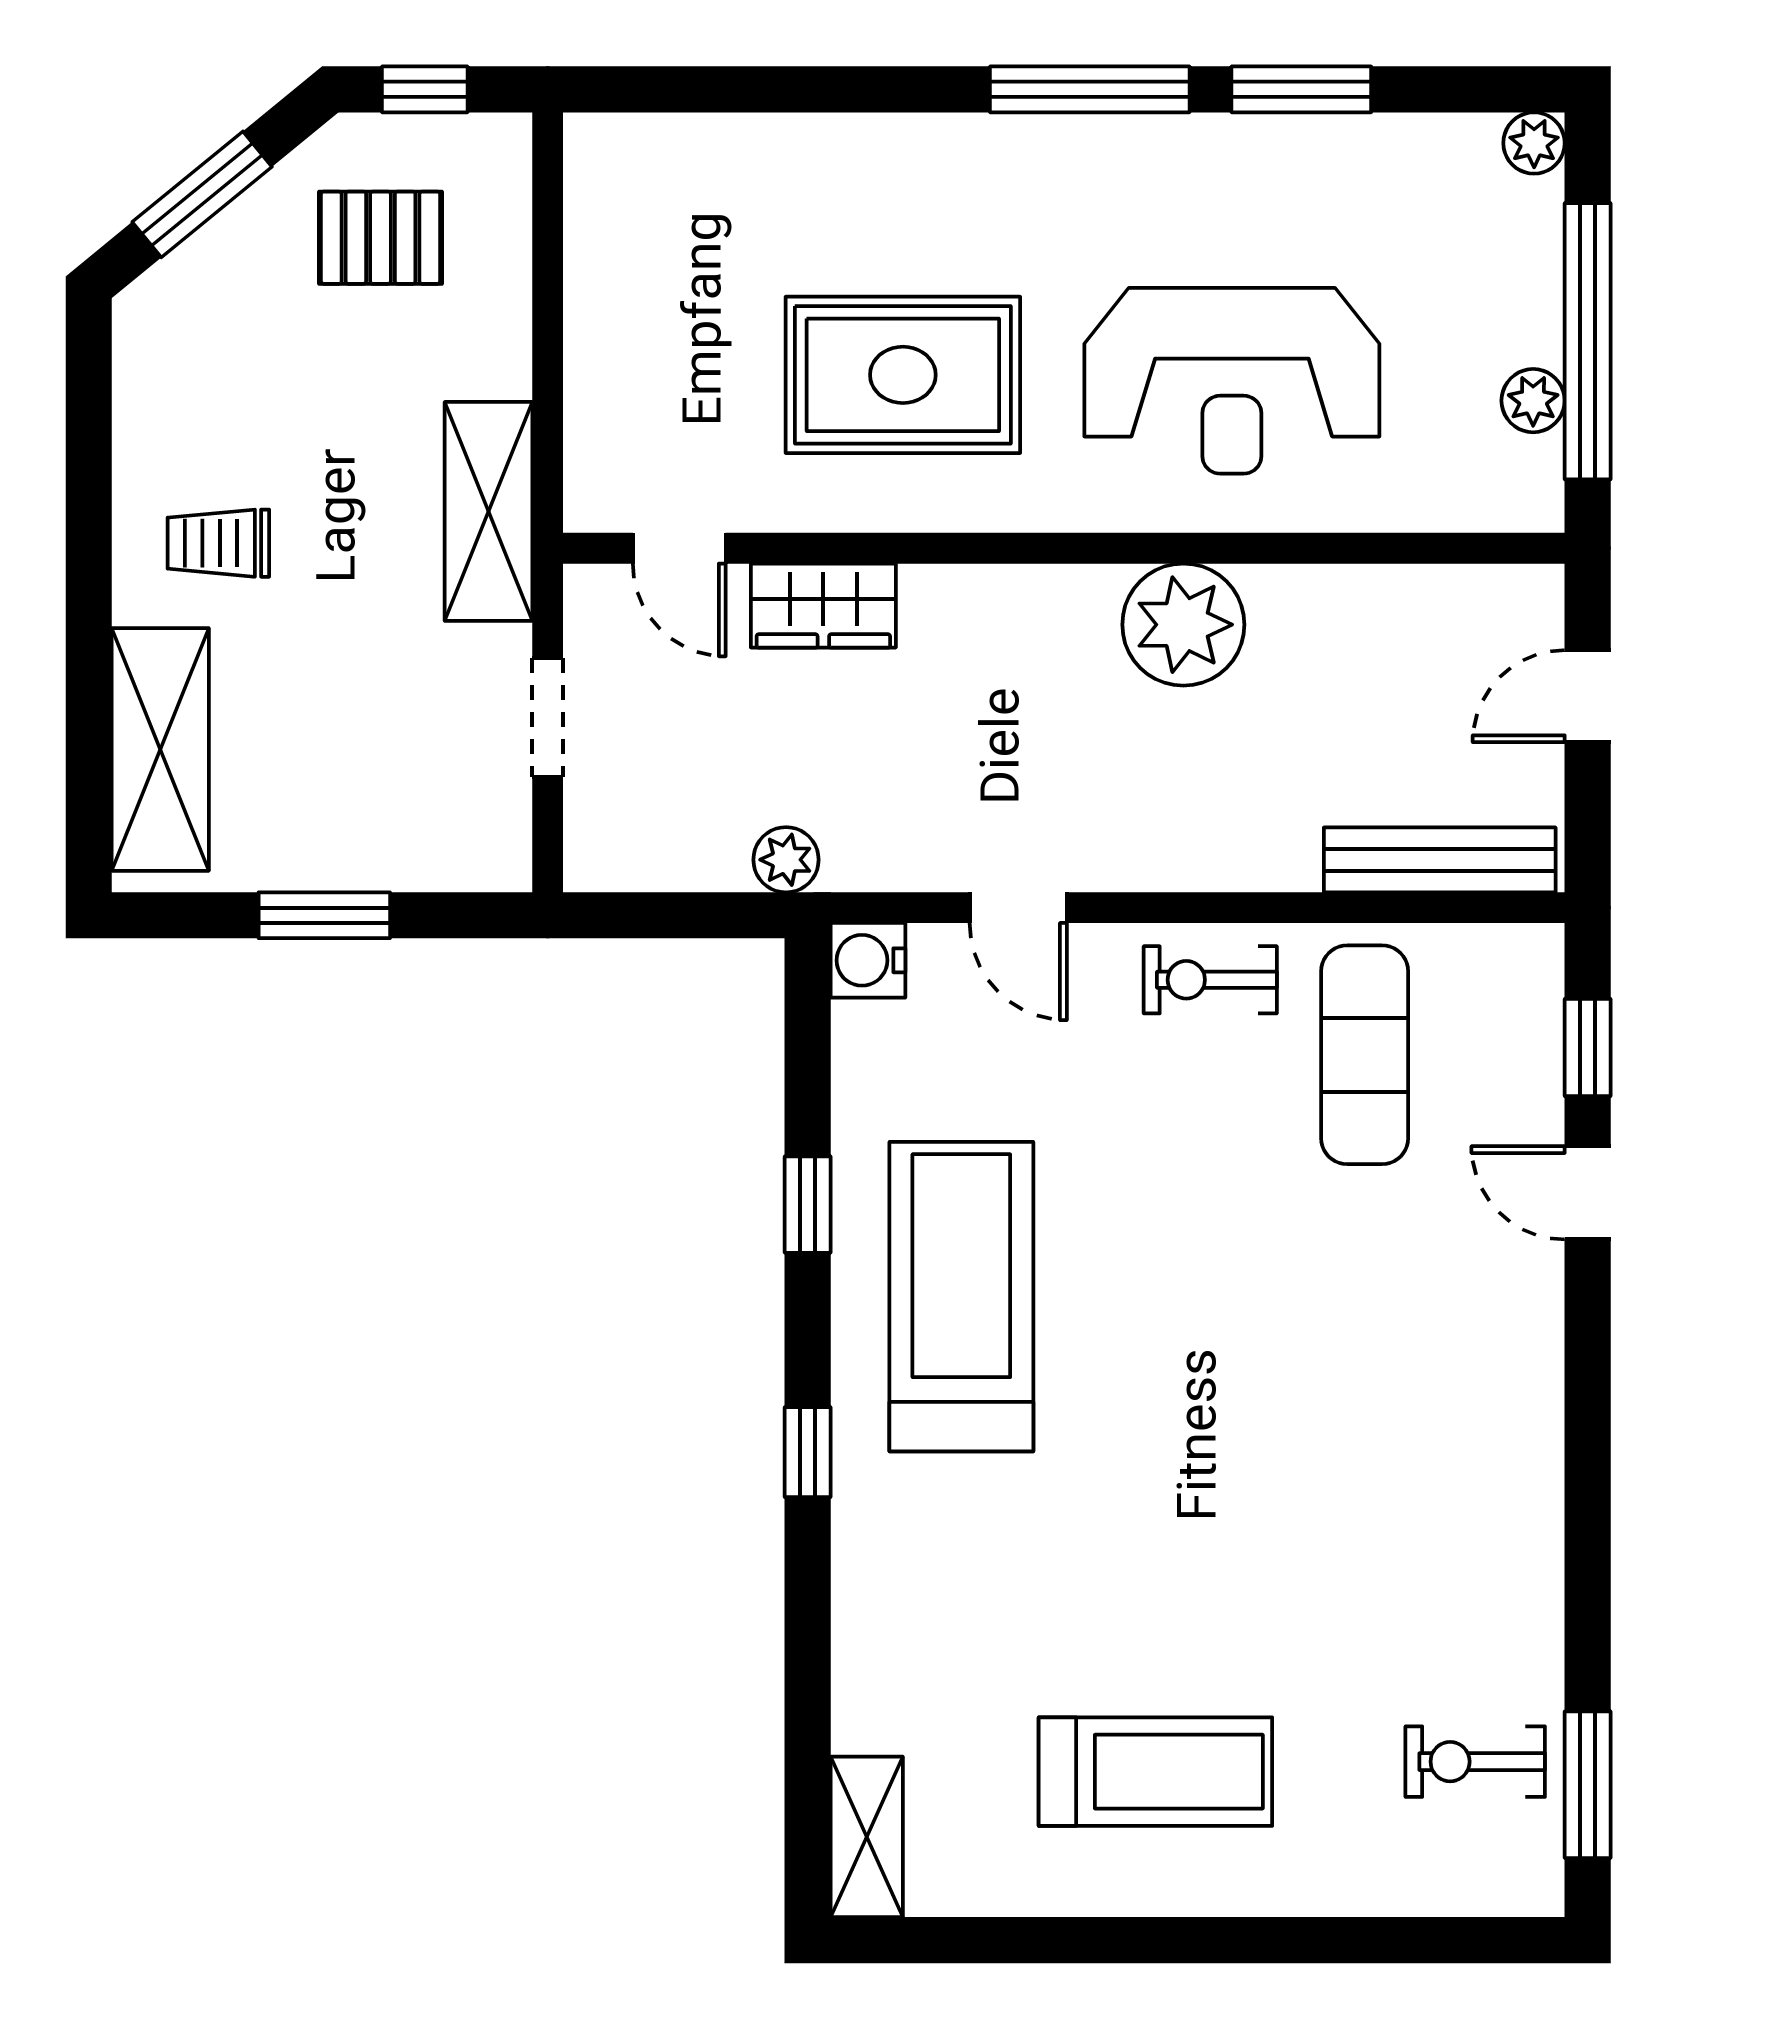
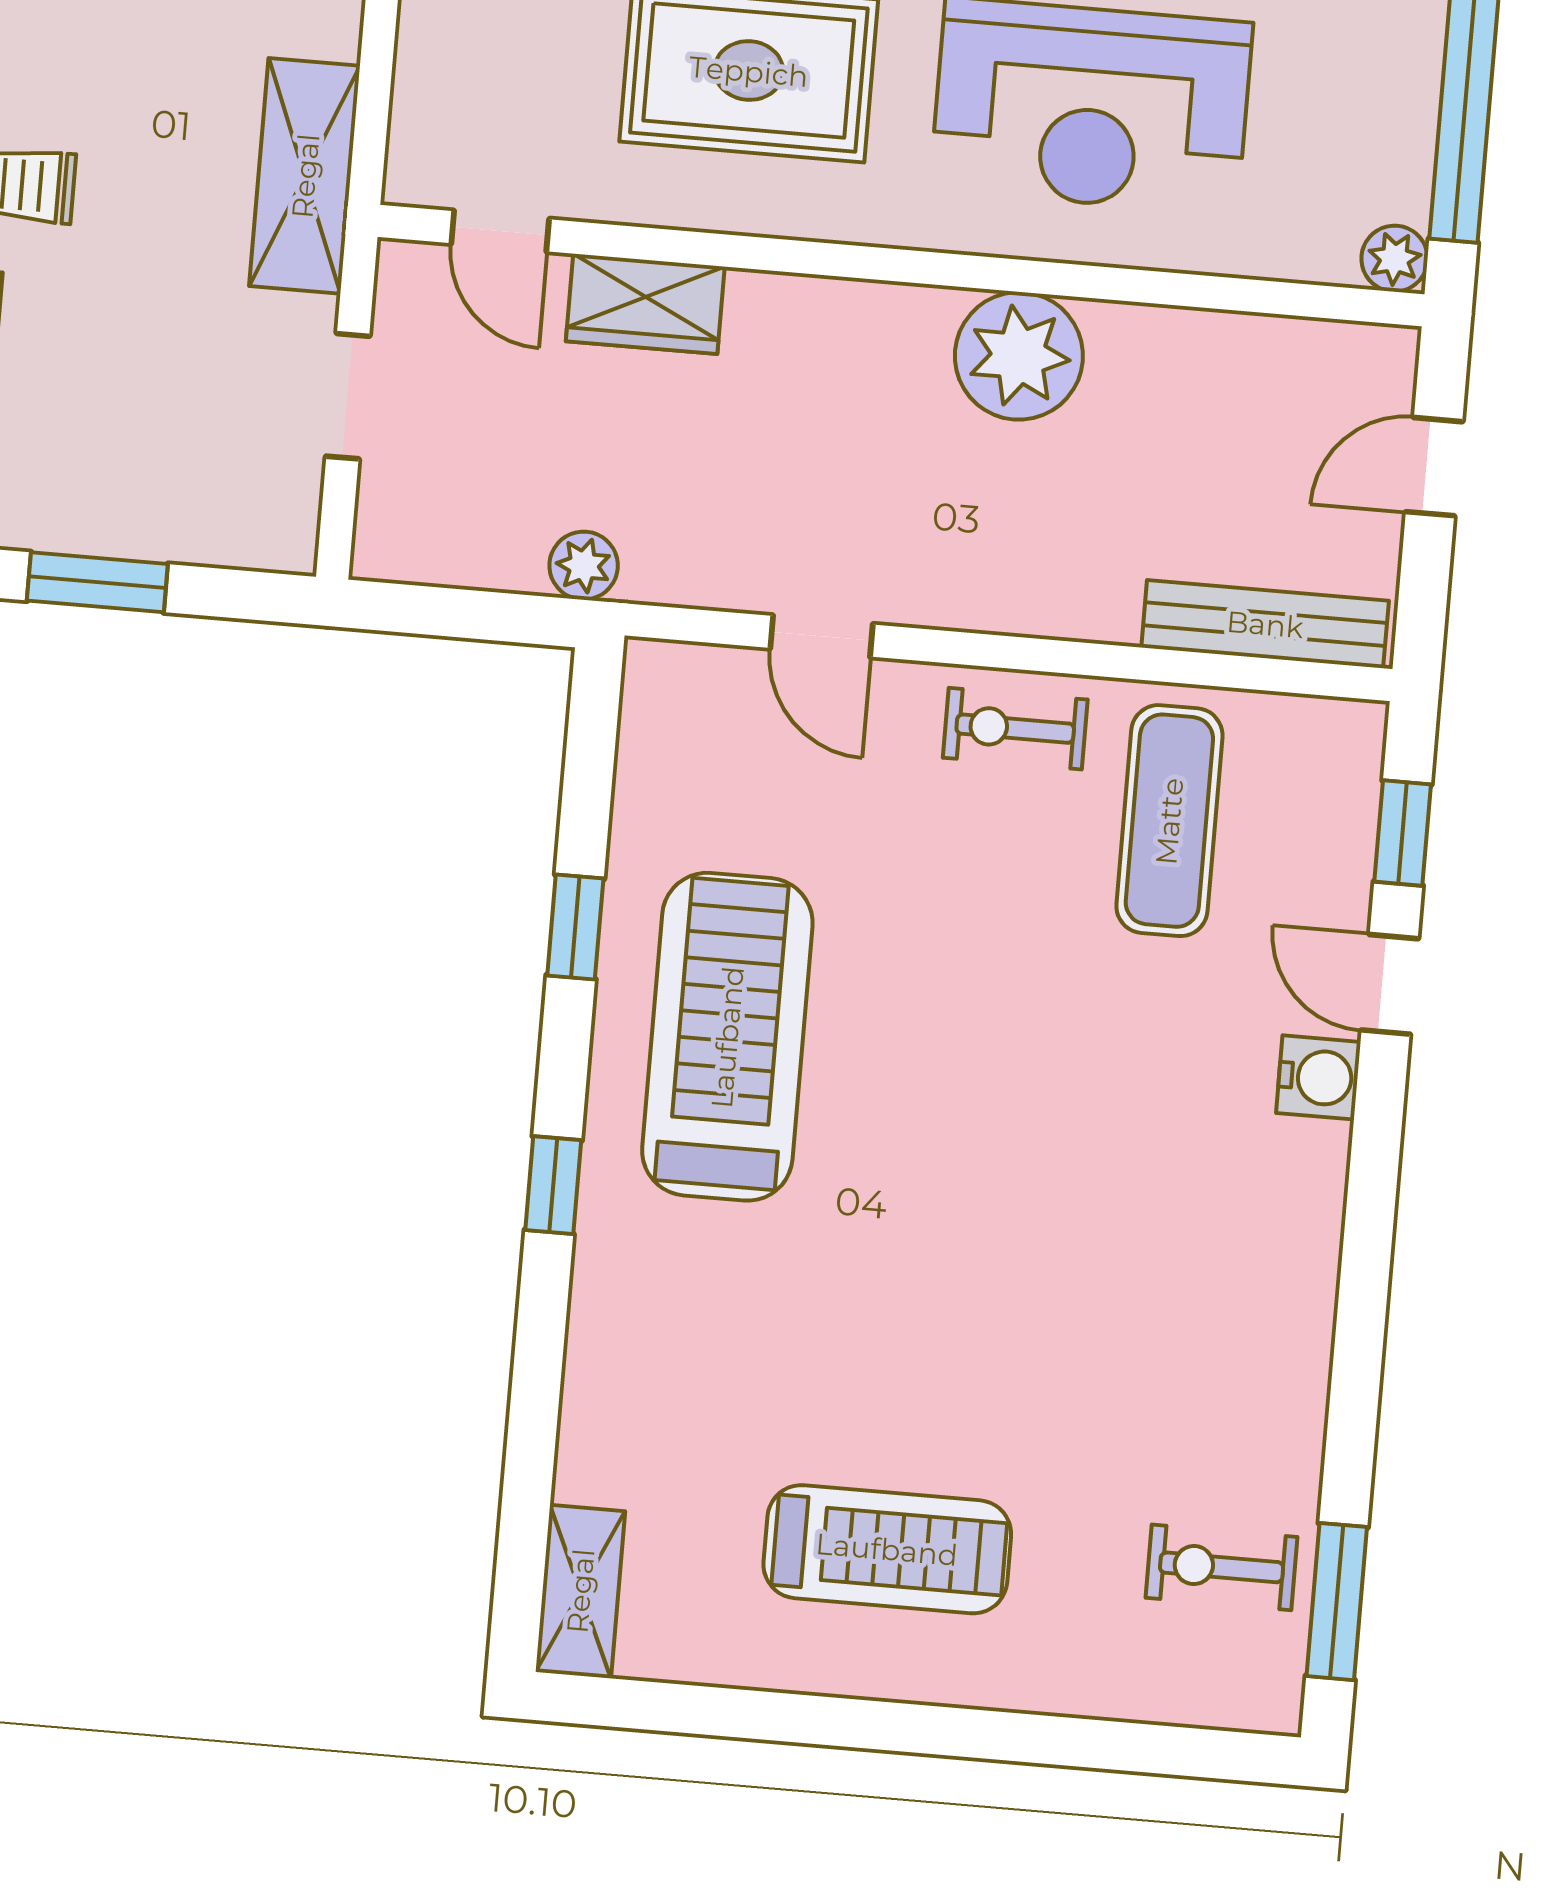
plant: (1533, 401) -> (1395, 259), moved
water cooler: (868, 960) -> (1318, 1077), moved, turned 180

